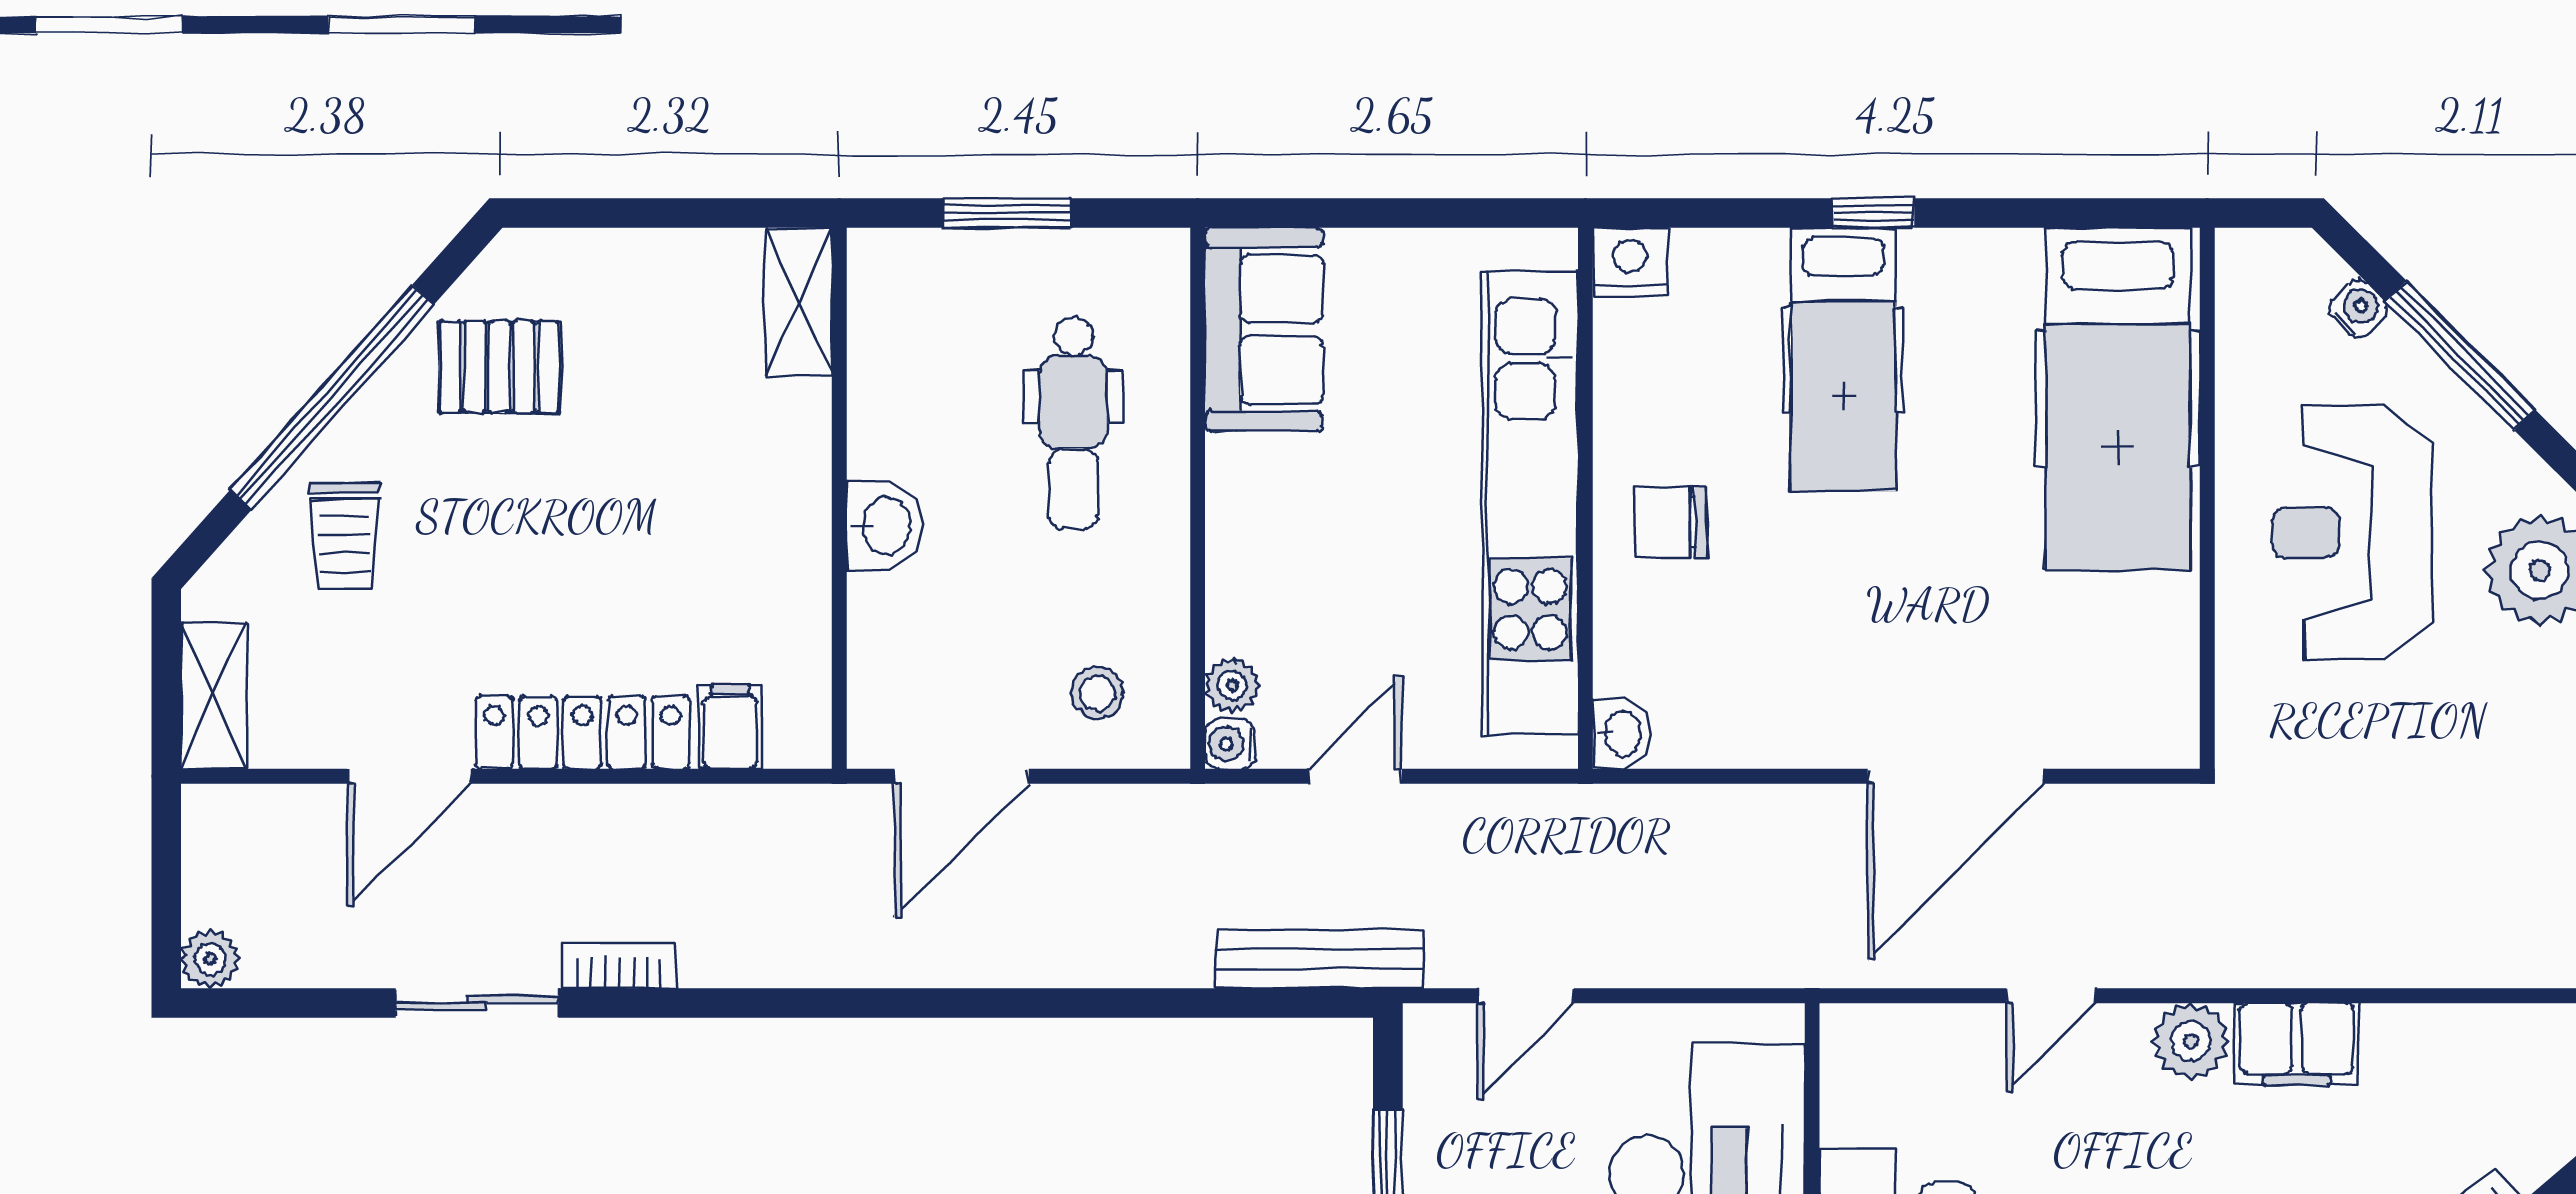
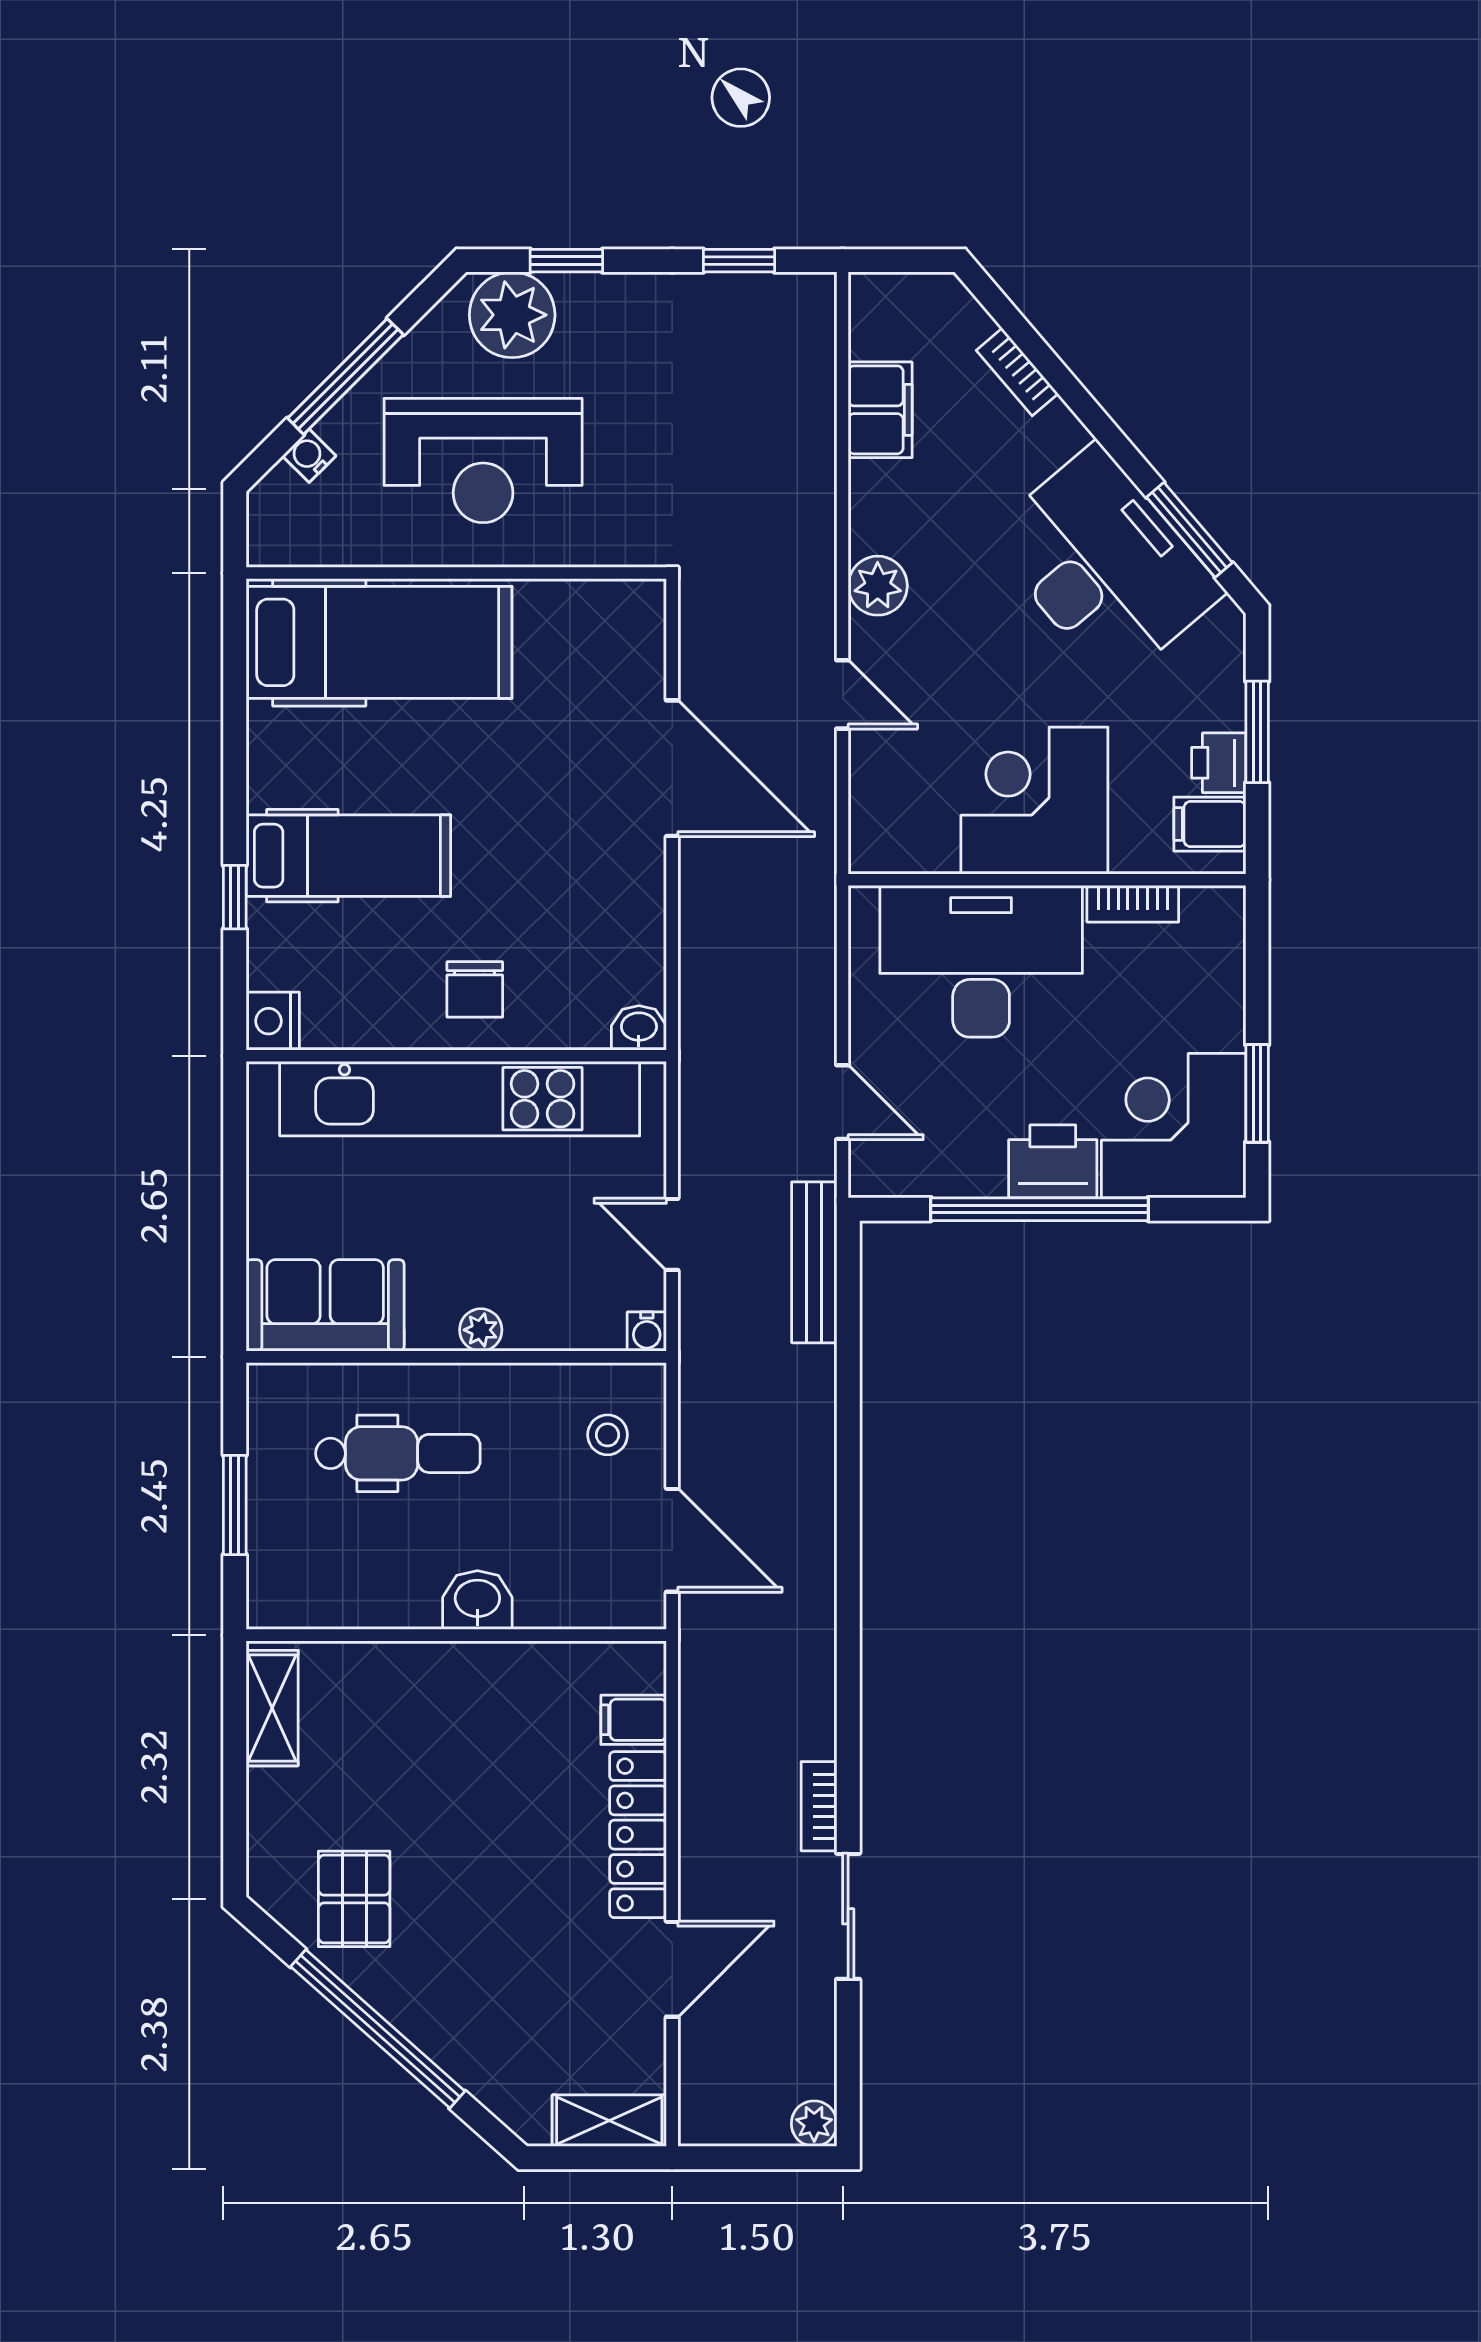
window: (1873, 213) -> (235, 897), moved
shelving: (798, 302) -> (272, 1708), moved, turned 90
trolley: (345, 537) -> (486, 2019), removed
plant: (1232, 685) -> (481, 1330), moved
door: (409, 776) -> (672, 1969), hinge flipped
filing cabinet: (2296, 1044) -> (880, 410), moved

